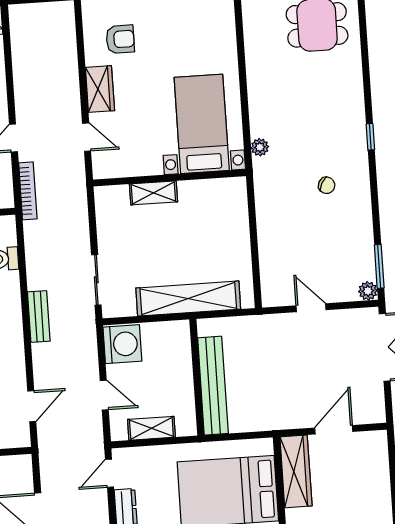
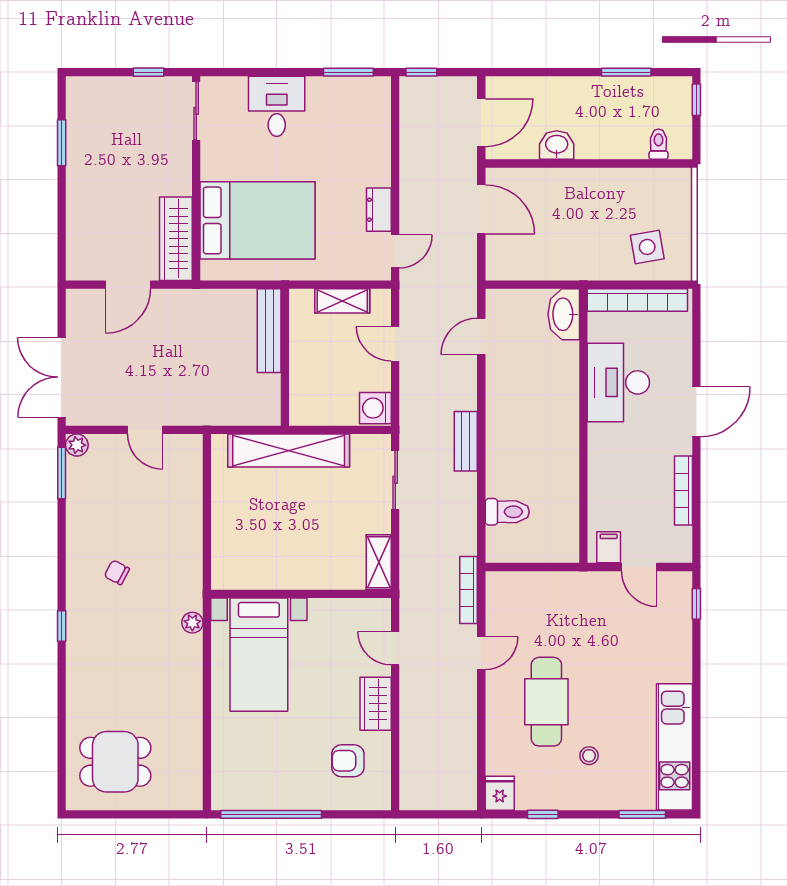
shelving: (153, 193) -> (379, 562), moved, turned 90
washing machine: (122, 344) -> (375, 408), width x0.73, depth x0.73
bench: (213, 386) -> (269, 331), width x0.73, depth x0.82

